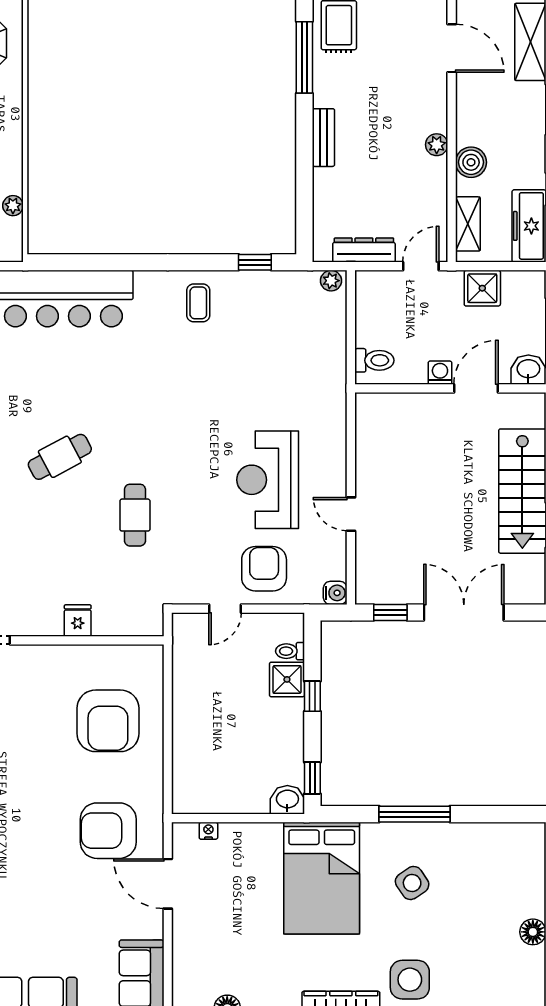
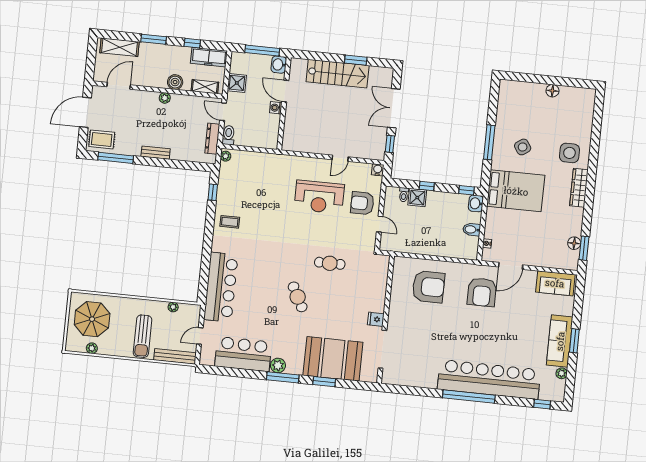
toilet: (374, 360) -> (228, 135), moved
fridge: (78, 621) -> (376, 319), moved
bidet: (233, 797) -> (472, 230), added

